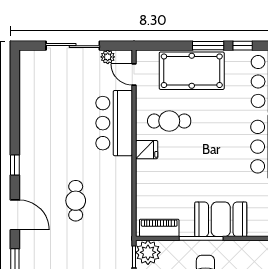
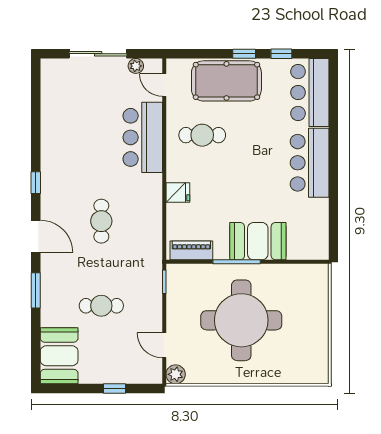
window: (208, 46) -> (244, 54), width x0.67
fridge: (147, 150) -> (178, 193), moved
plant: (148, 252) -> (179, 277), removed

